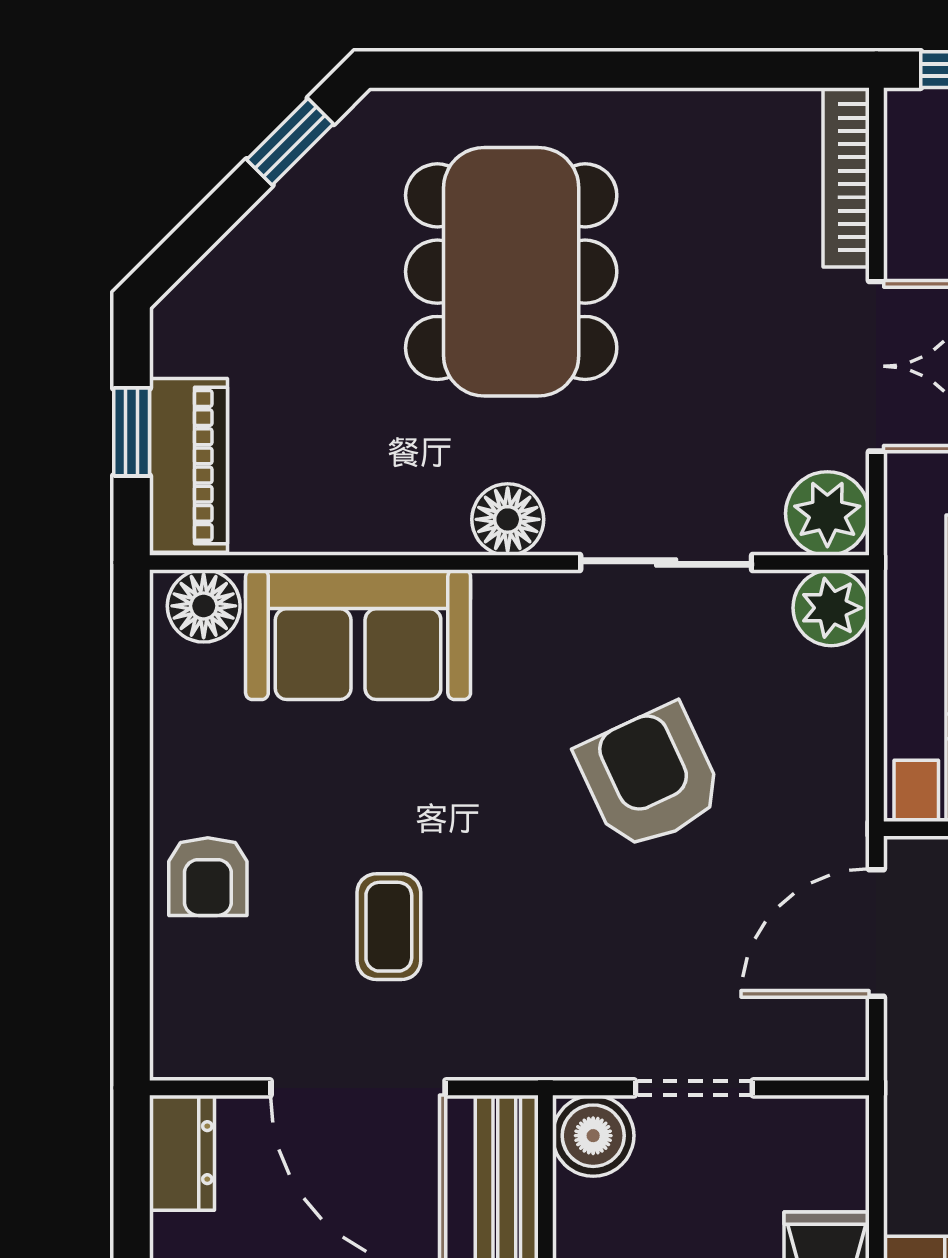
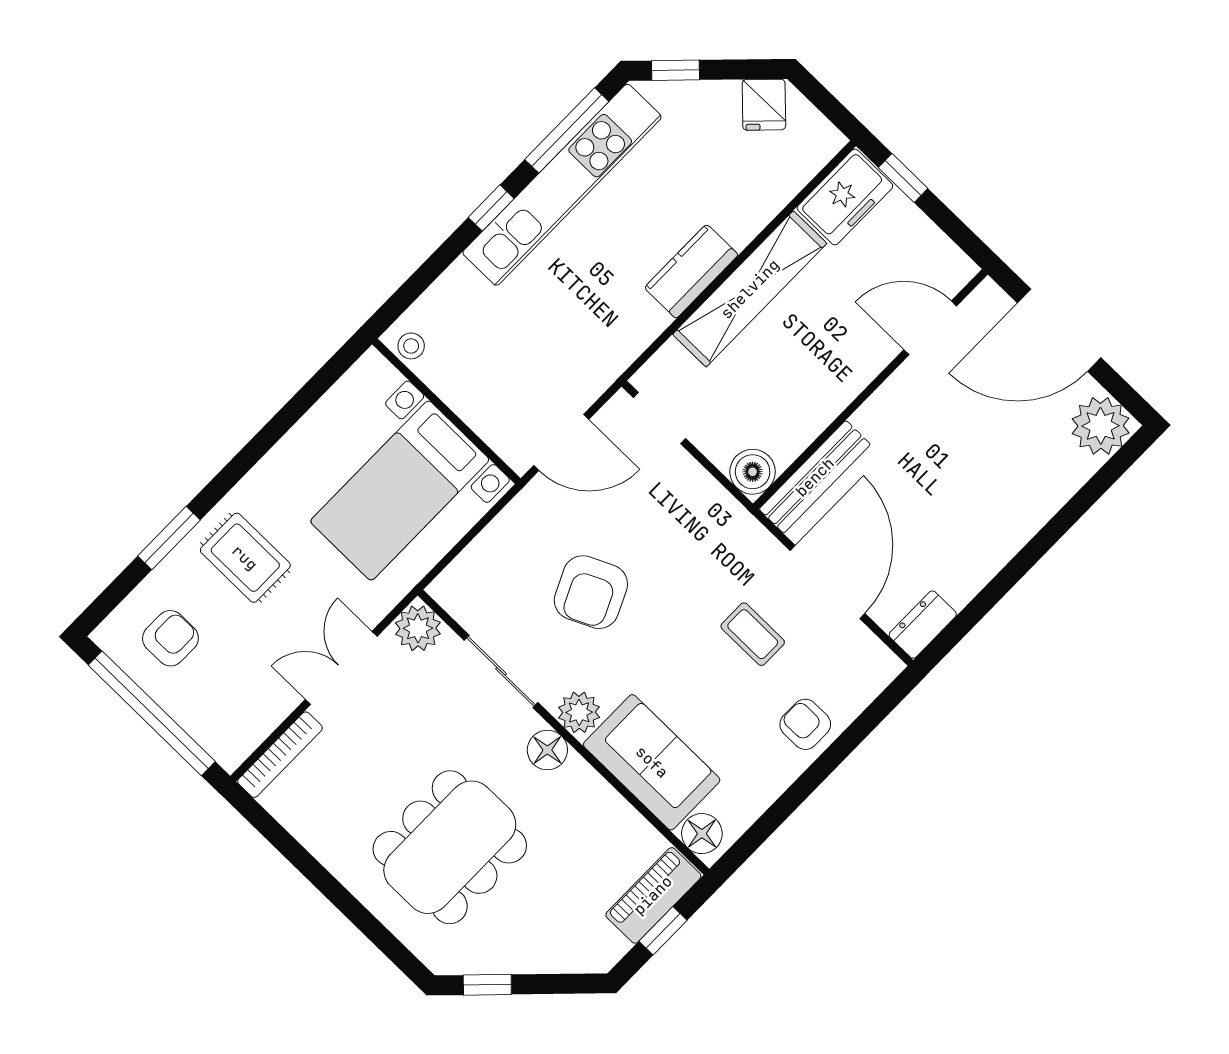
plant: (831, 608) -> (579, 712), moved
armchair: (208, 877) -> (805, 724), turned -90
coffee table: (389, 927) -> (753, 634), turned 90
doorway: (694, 1088) -> (660, 418), moved

